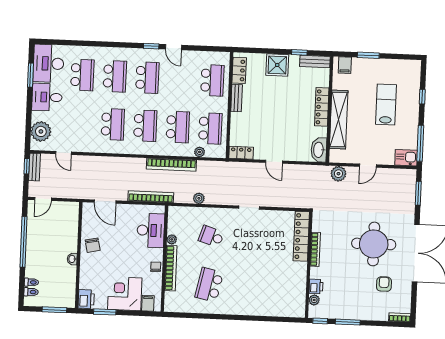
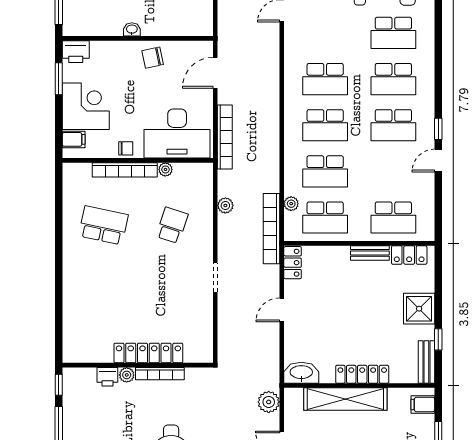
bookcase: (171, 165) -> (272, 229), moved
desk: (151, 230) -> (177, 133), width x1.36, depth x1.30
locker: (301, 236) -> (148, 353), moved
plant: (314, 300) -> (127, 375), moved

